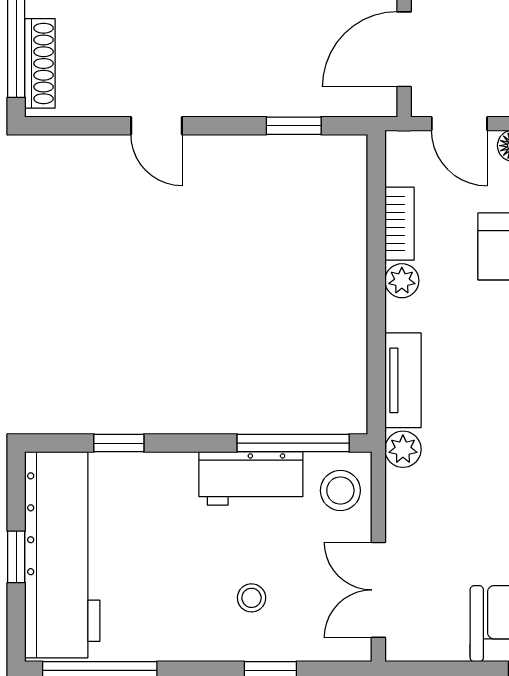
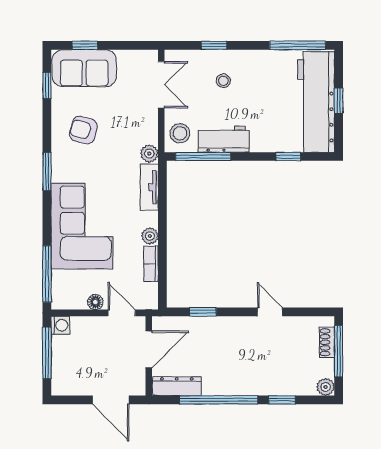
shoe rack: (40, 63) -> (327, 342), width x0.70

